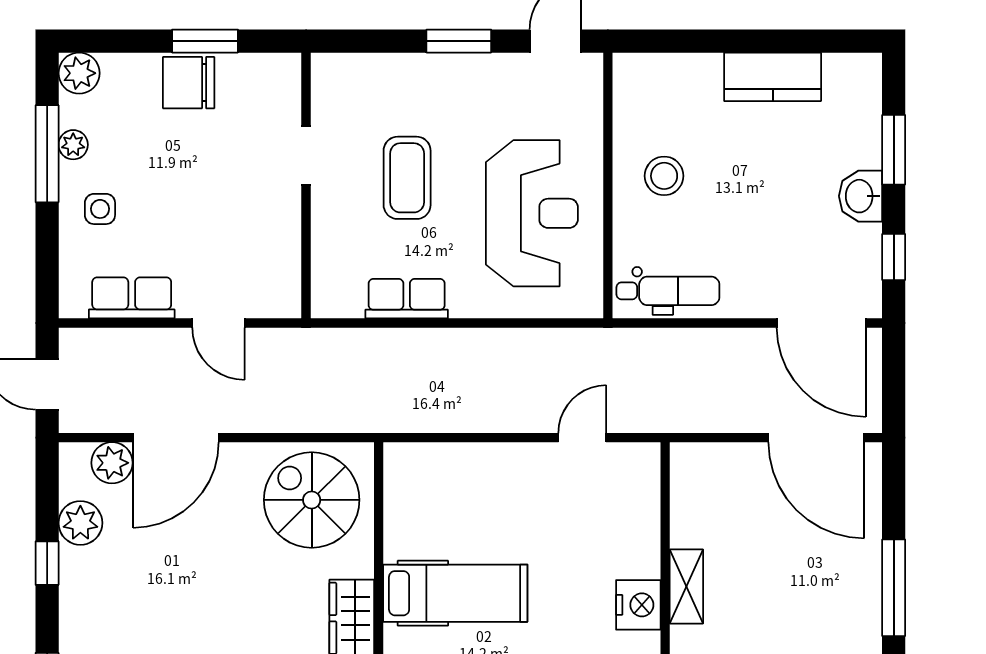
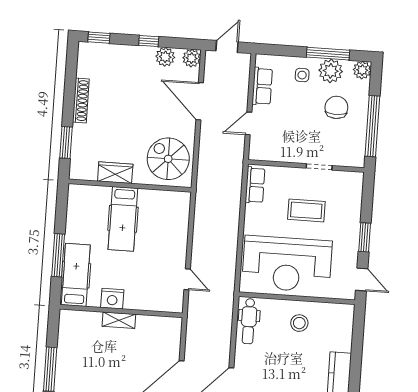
window: (205, 41) -> (372, 126), width x2.11
chair: (189, 83) -> (336, 107), moved
plant: (73, 145) -> (331, 71), width x1.88, depth x1.88
reception desk: (532, 213) -> (287, 264), width x1.36, depth x1.30
row of seats: (407, 299) -> (255, 185), moved
plant: (112, 463) -> (192, 58), moved
spiral stairs: (312, 500) -> (168, 159), turned -90

